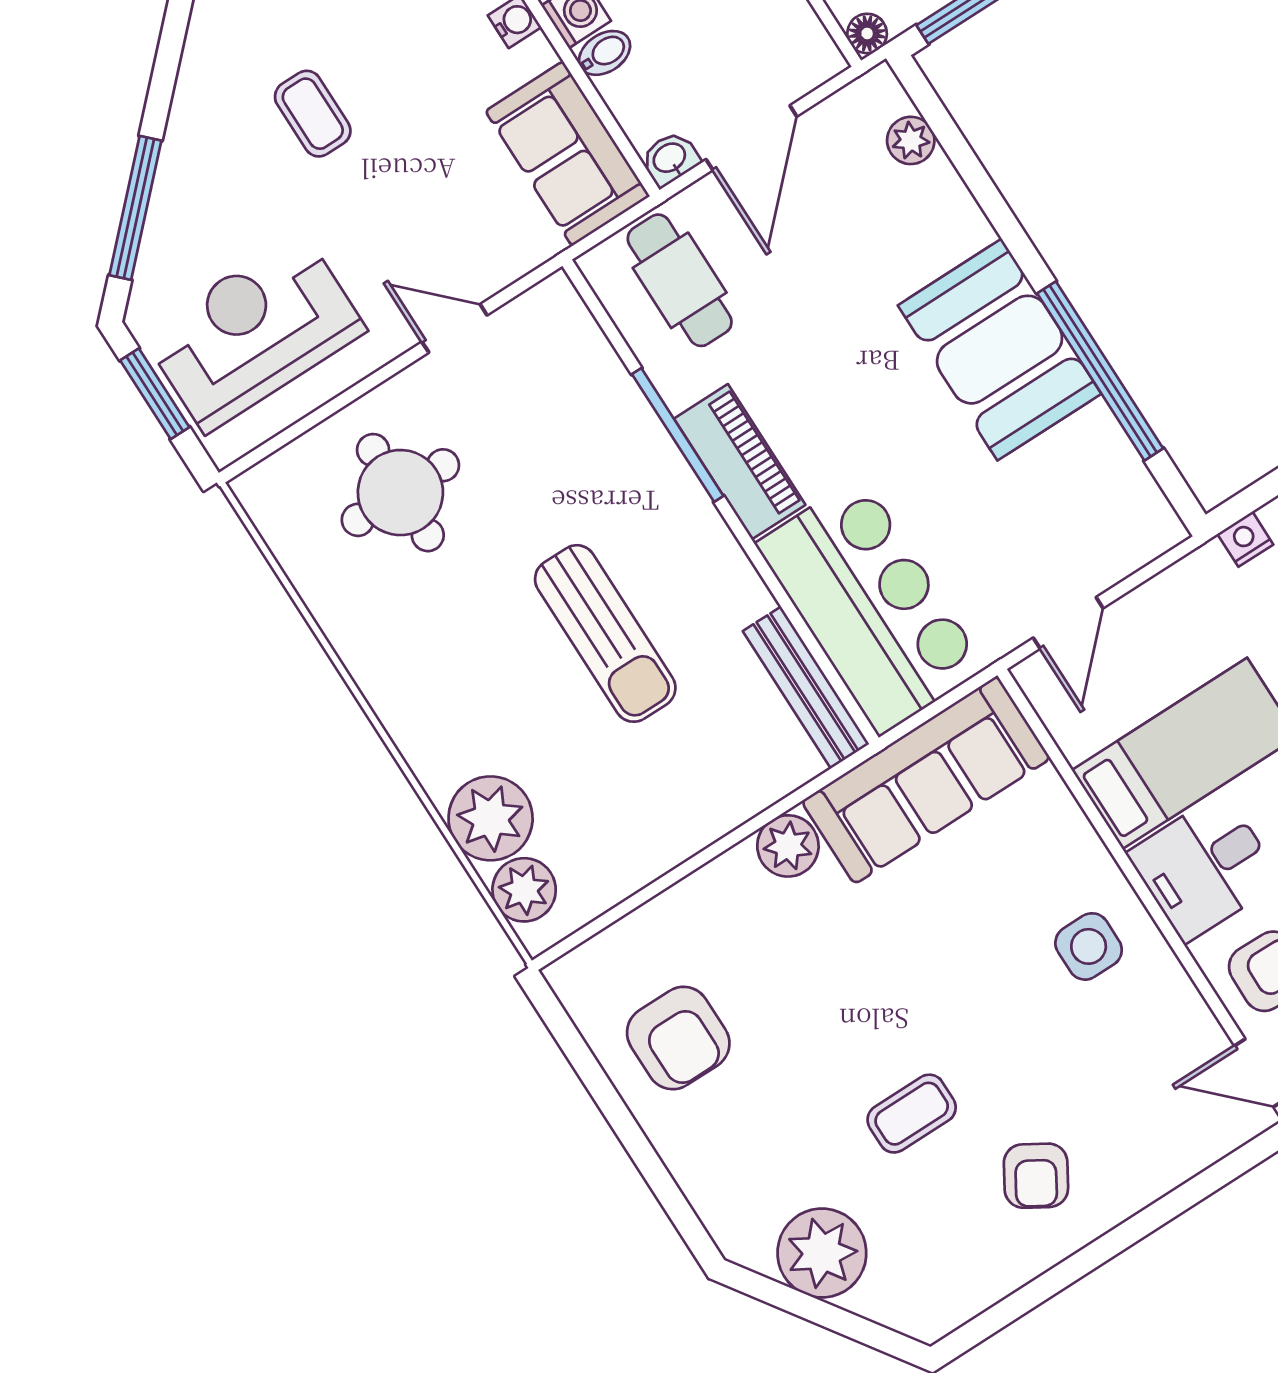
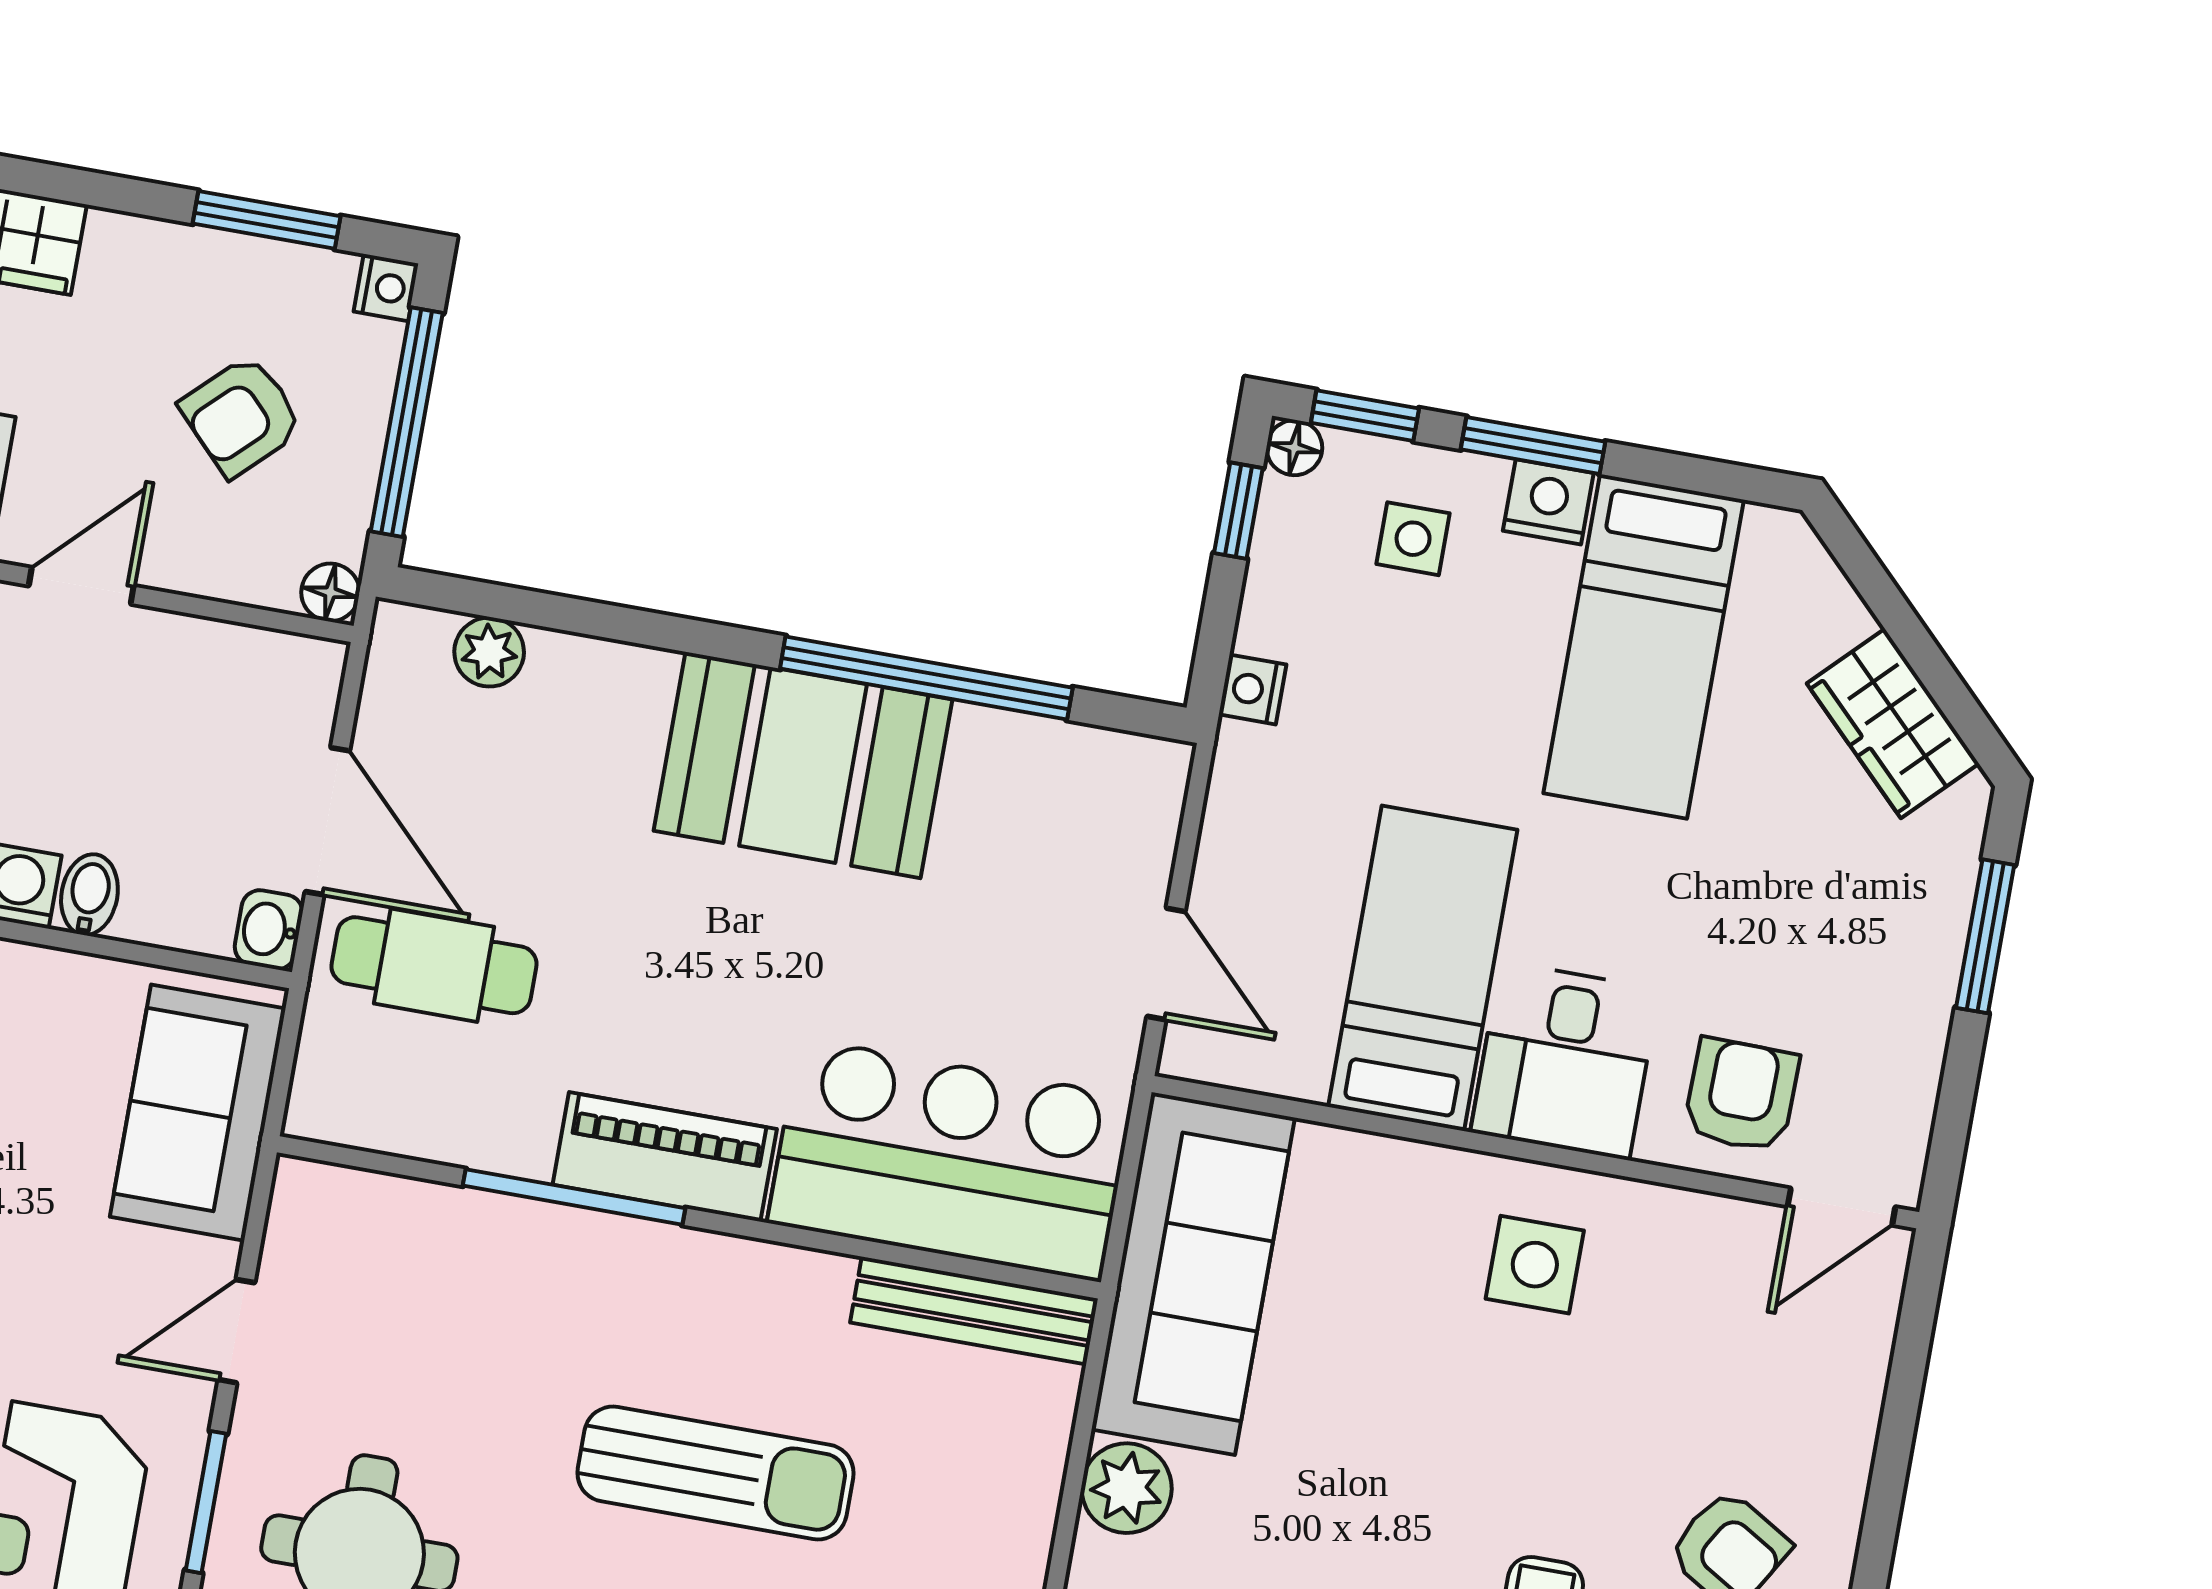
sofa: (568, 154) -> (198, 1113), moved, turned 90
cafe table: (680, 280) -> (434, 965), moved
window: (355, 392) -> (206, 1502), added

